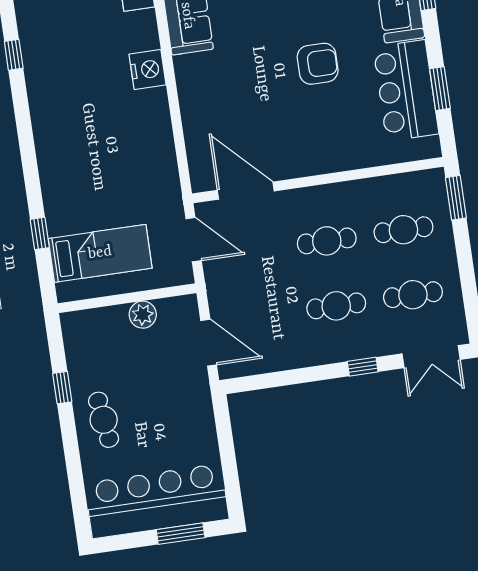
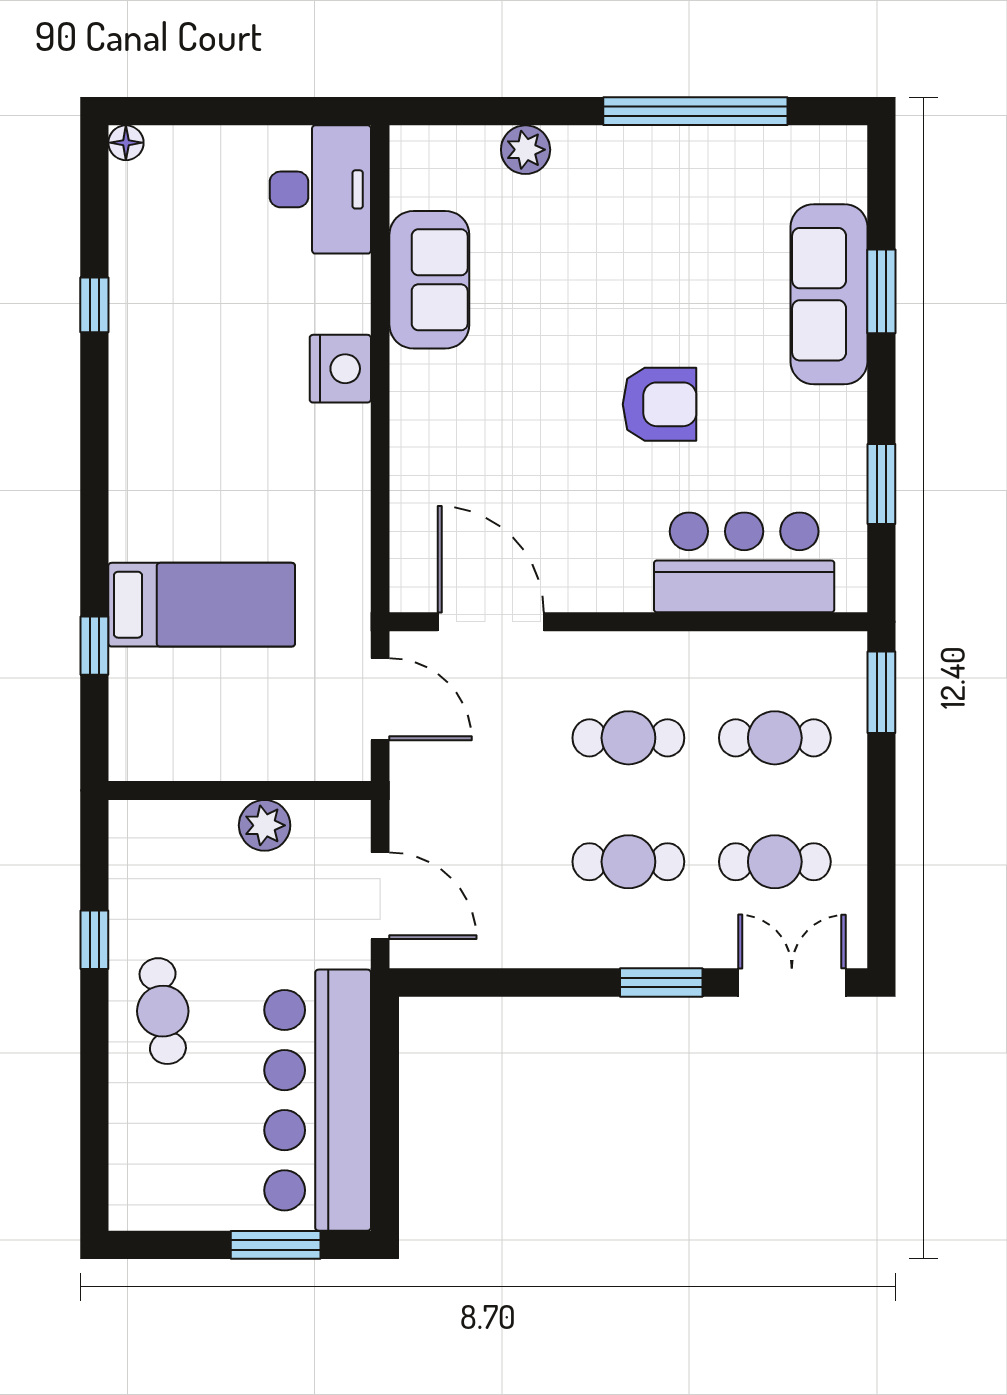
bar counter: (406, 90) -> (744, 562), moved, turned 90
bed: (100, 253) -> (202, 605), moved
double door: (431, 357) -> (792, 982), swing flipped
window: (363, 367) -> (661, 982), width x1.50
bar counter: (157, 501) -> (318, 1100), moved, turned -90

